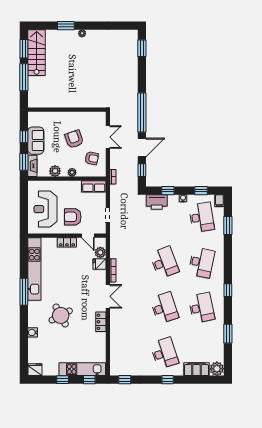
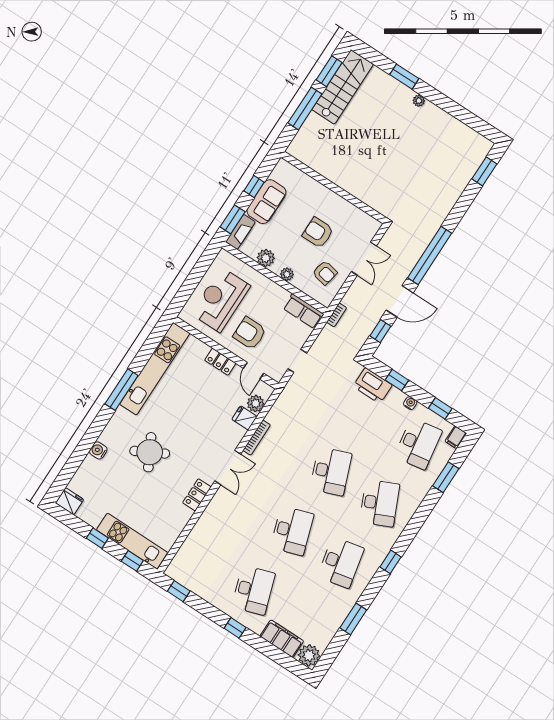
armchair: (74, 139) -> (318, 233), turned -71
desk: (201, 262) -> (379, 503), turned -36

